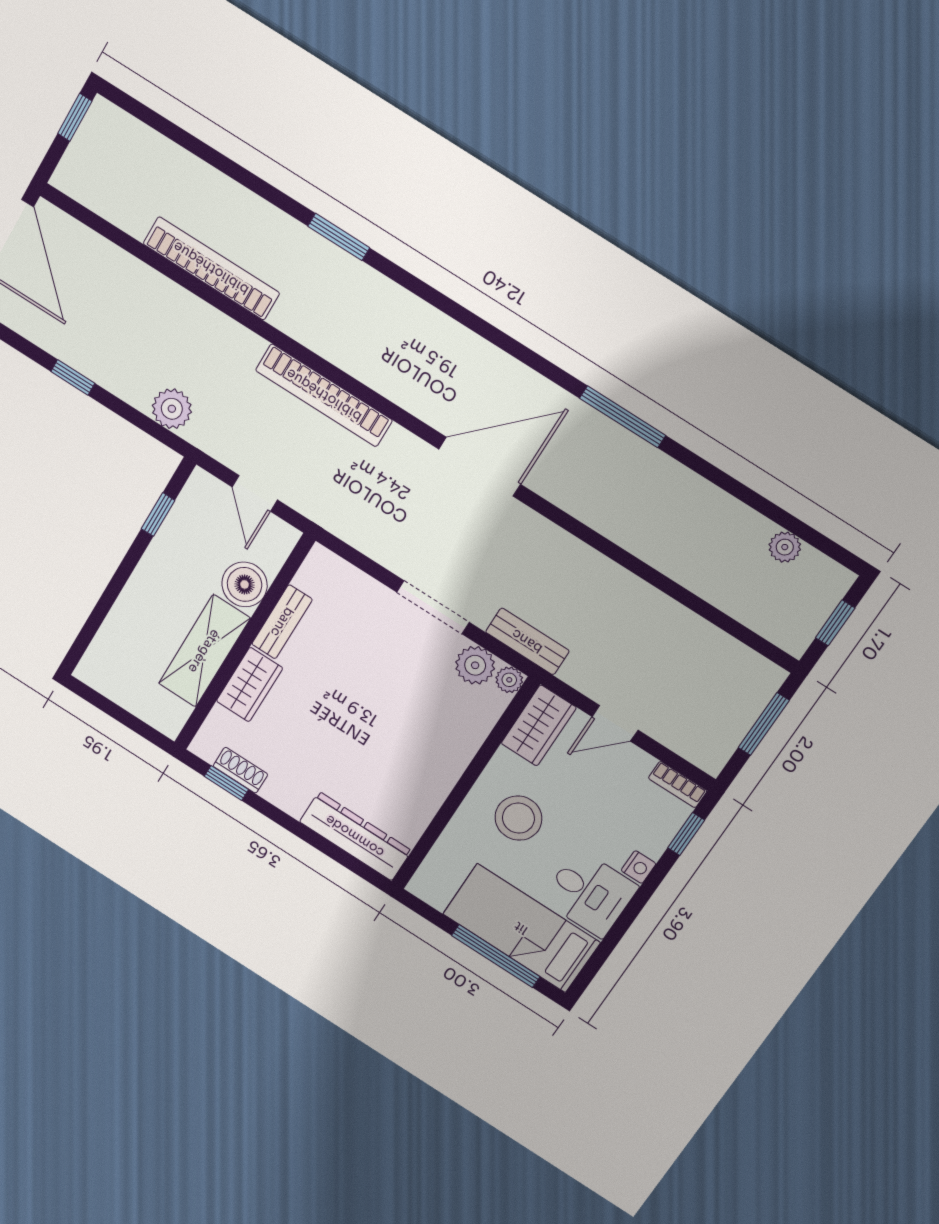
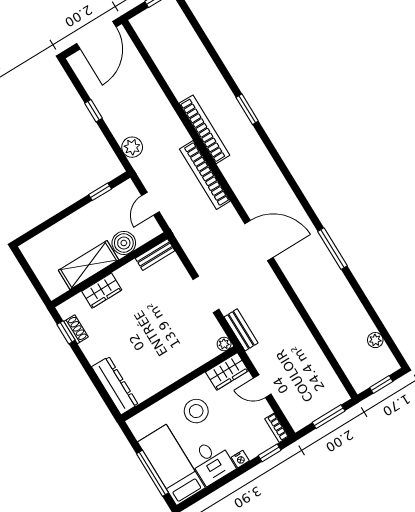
bookcase: (211, 268) -> (204, 129), moved
bench: (282, 622) -> (155, 255), moved
plant: (475, 665) -> (212, 330), removed

